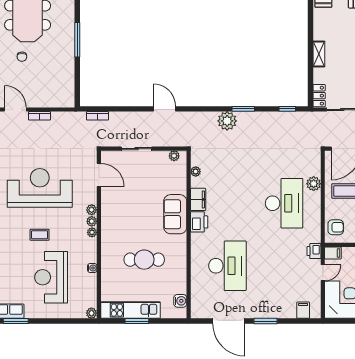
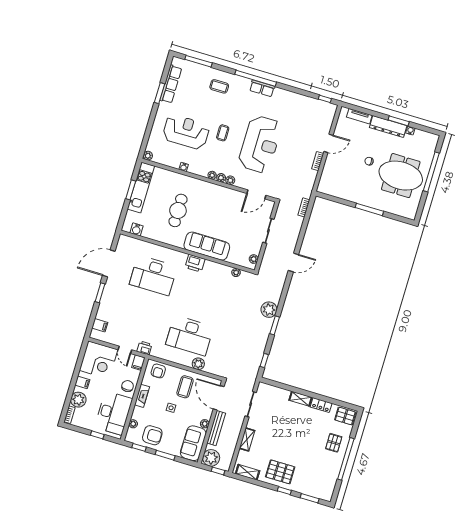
locker: (319, 96) -> (321, 405), moved
filing cabinet: (198, 199) -> (213, 268), removed
sofa: (175, 214) -> (207, 246), width x1.36

